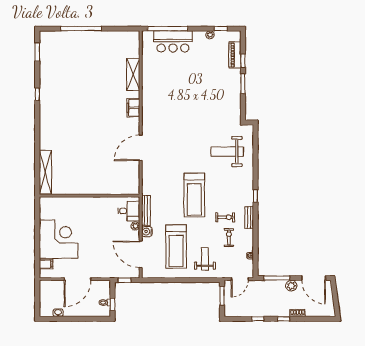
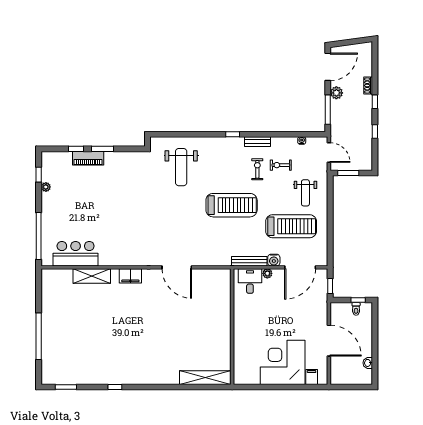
bar counter: (173, 41) -> (76, 254), moved, turned -90
piano: (235, 55) -> (88, 158), moved
weight bench: (205, 259) -> (305, 193), turned -90

